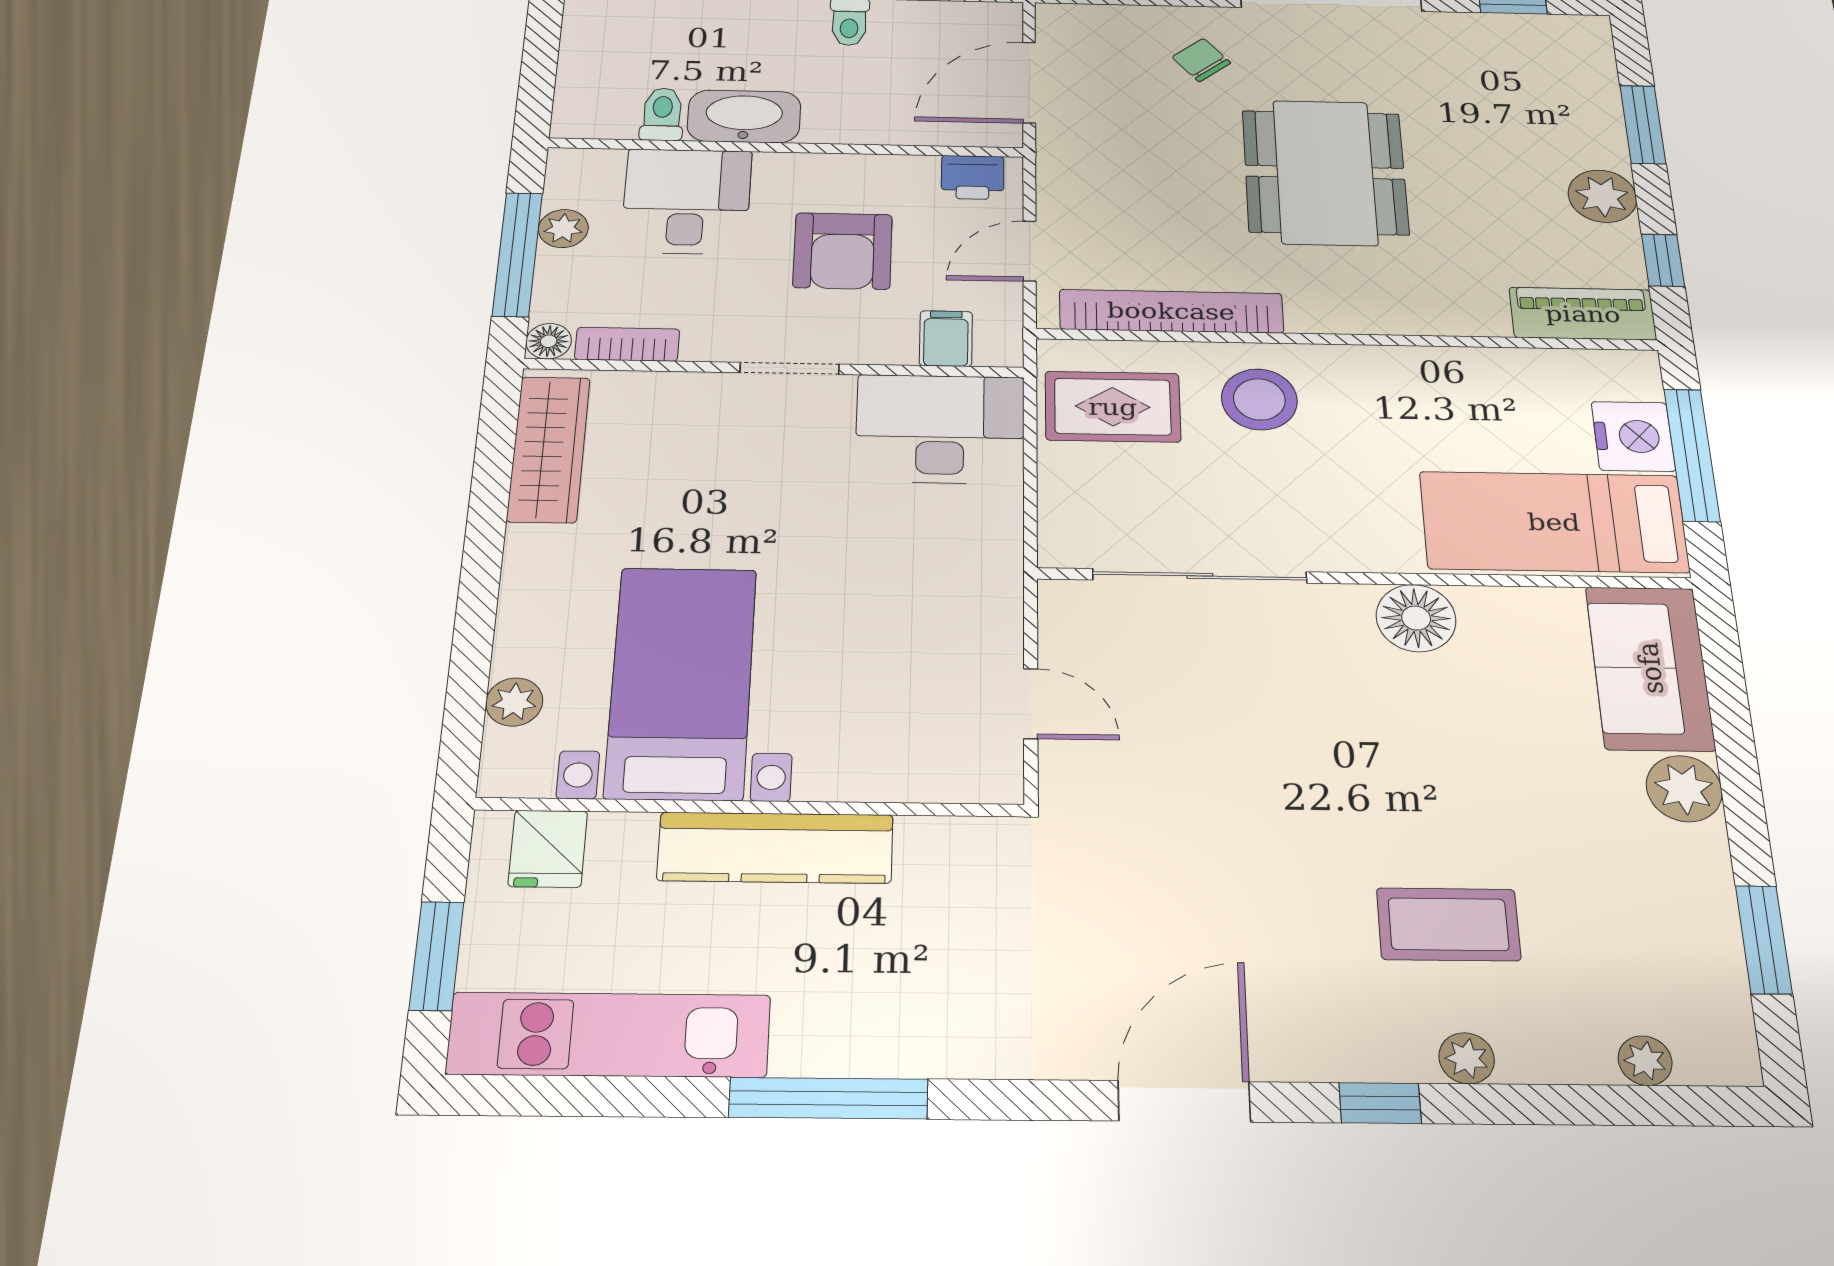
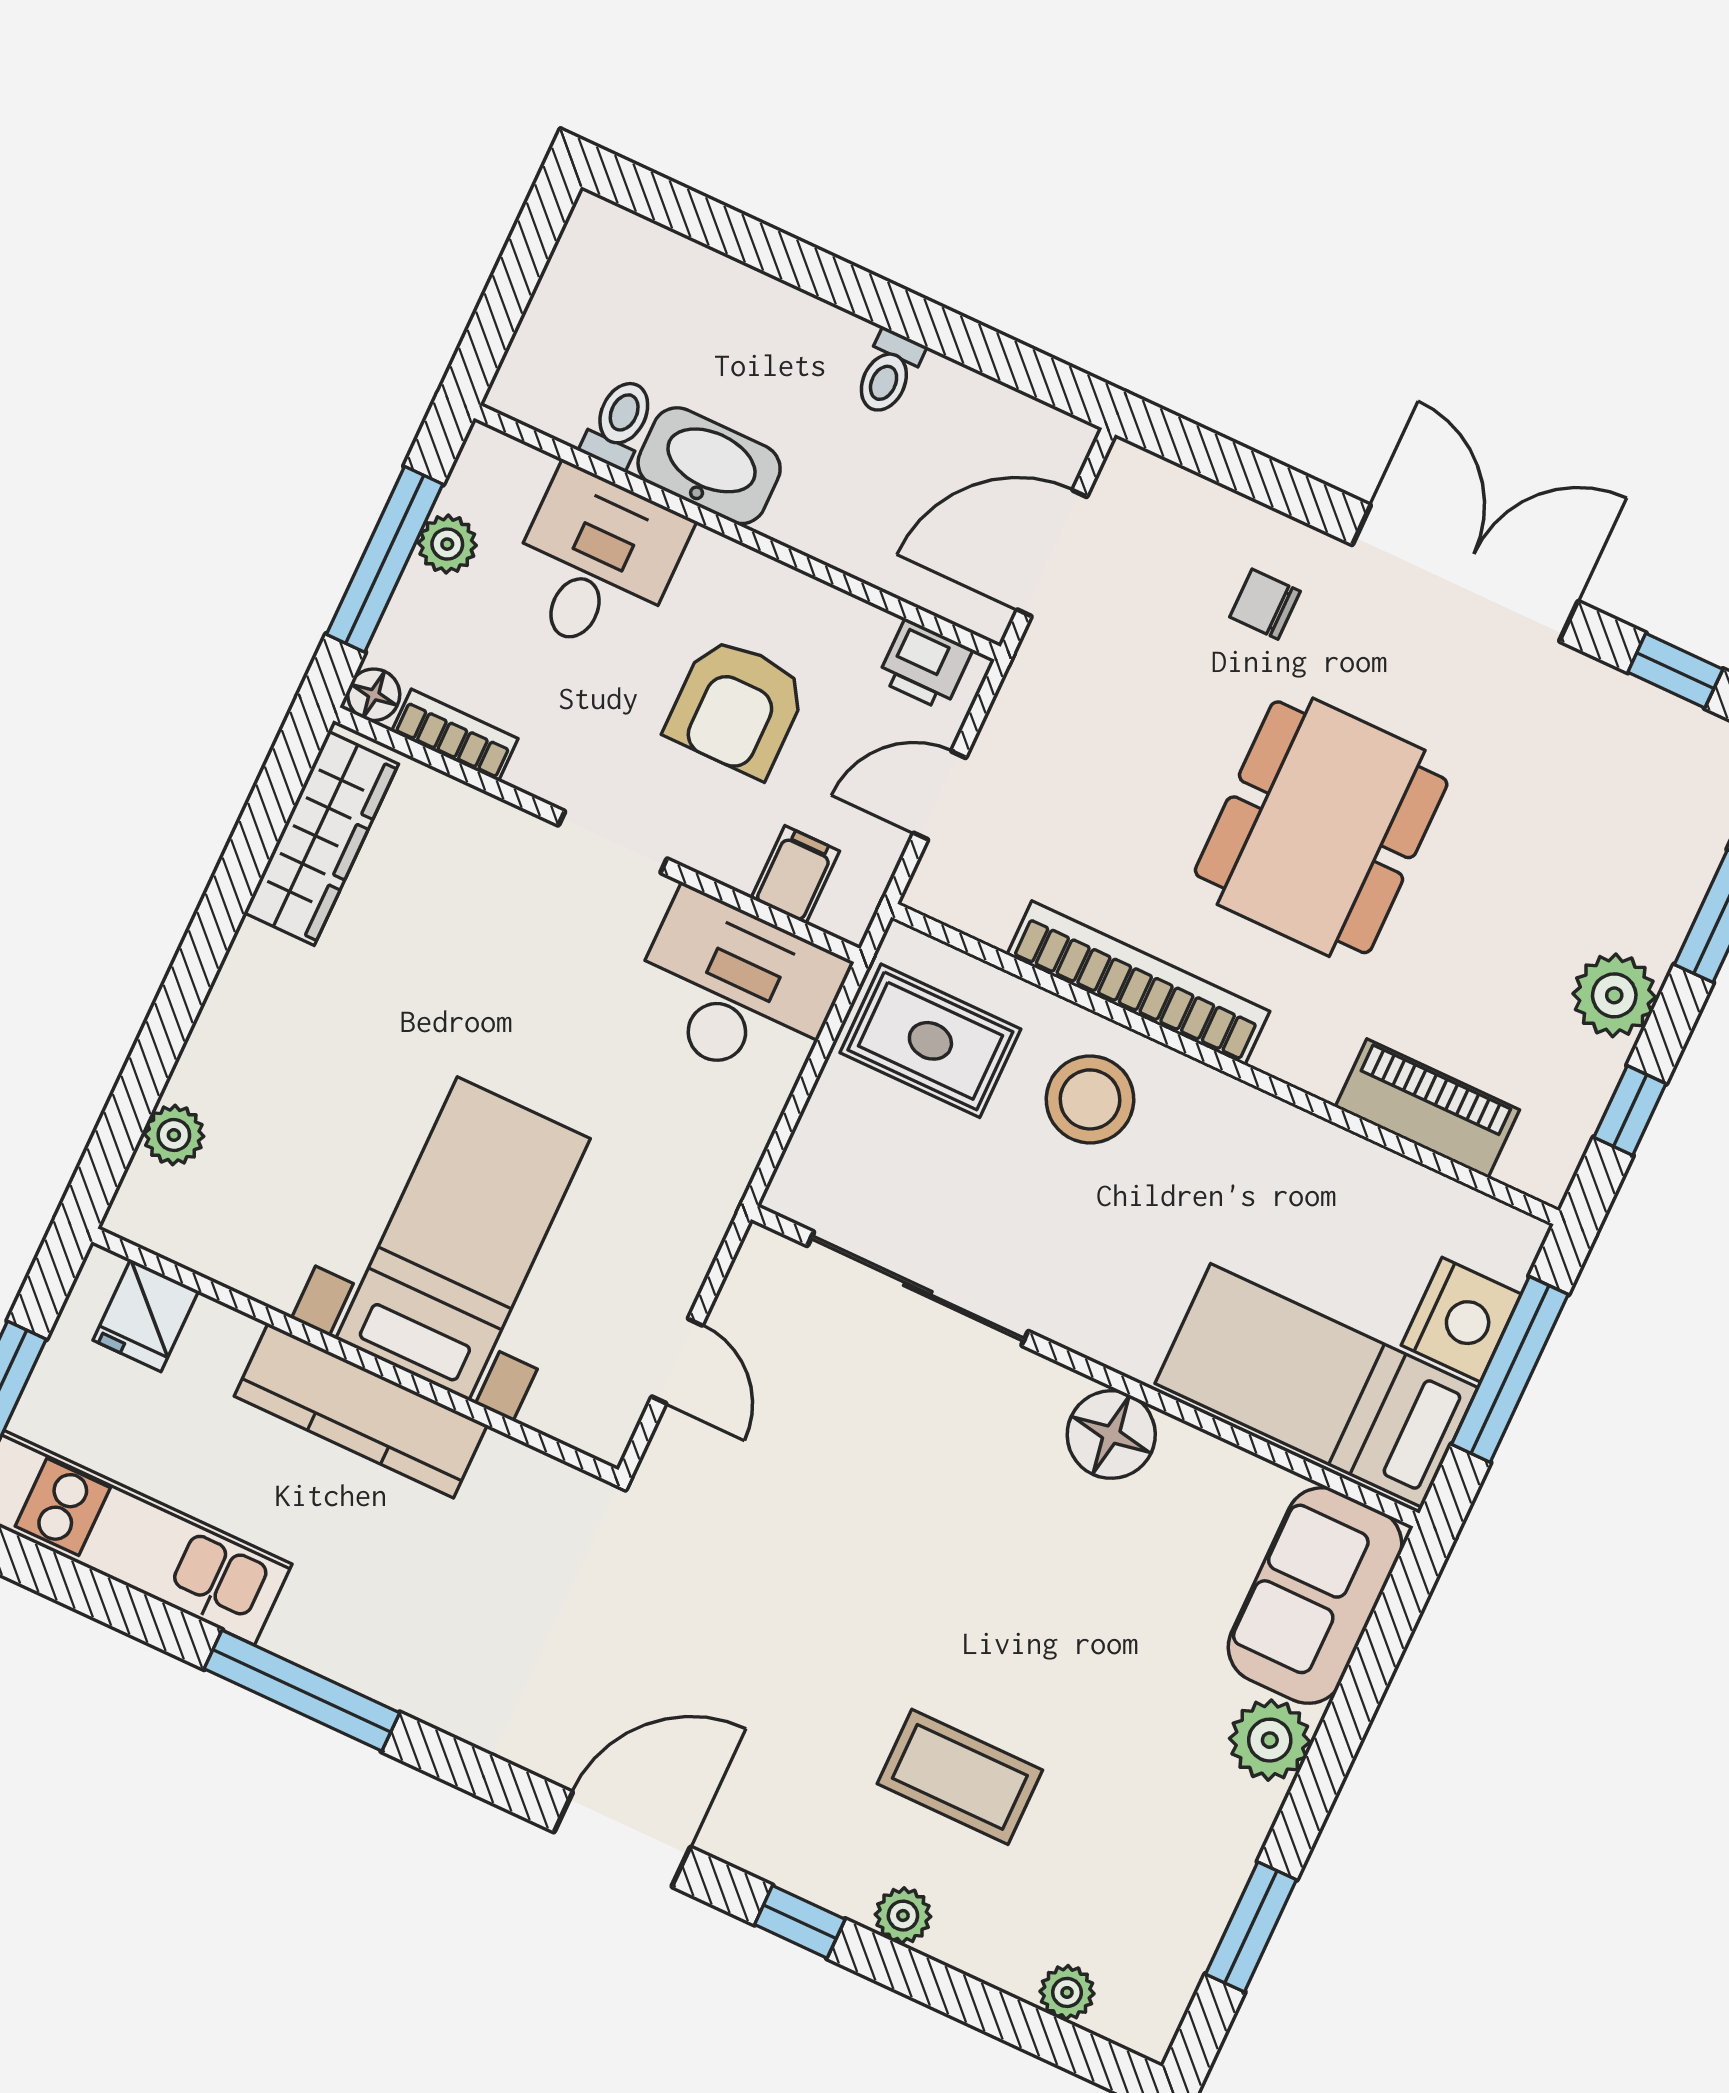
chair: (1201, 60) -> (1265, 604), turned -51
bookcase: (1171, 311) -> (1138, 983), moved
piano: (1583, 314) -> (1427, 1108), moved
bed with nightstands: (681, 682) -> (463, 1239), moved

